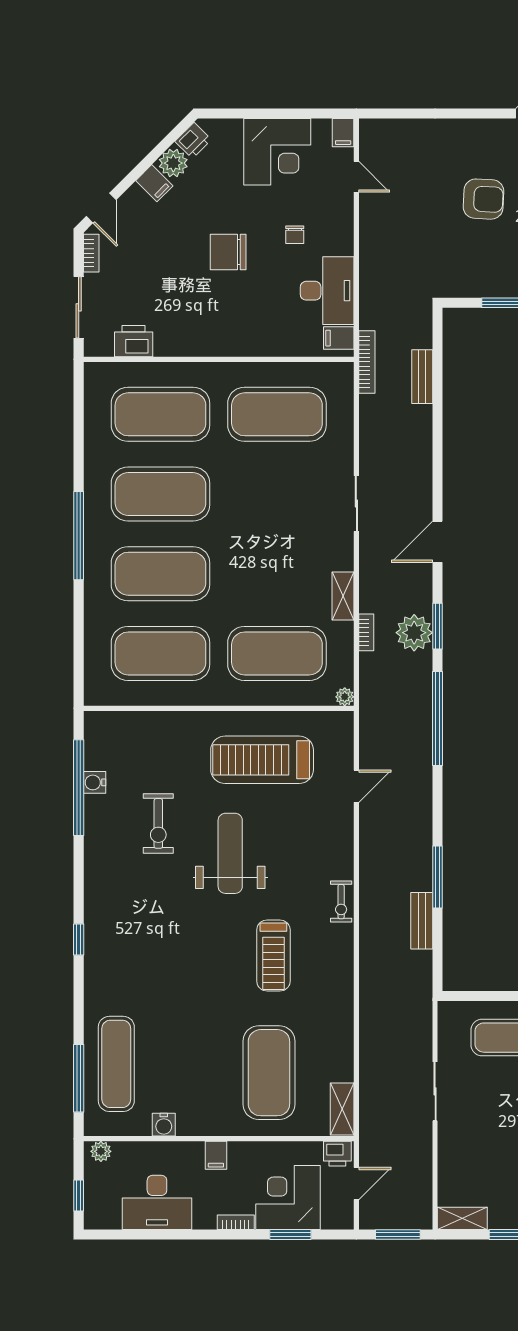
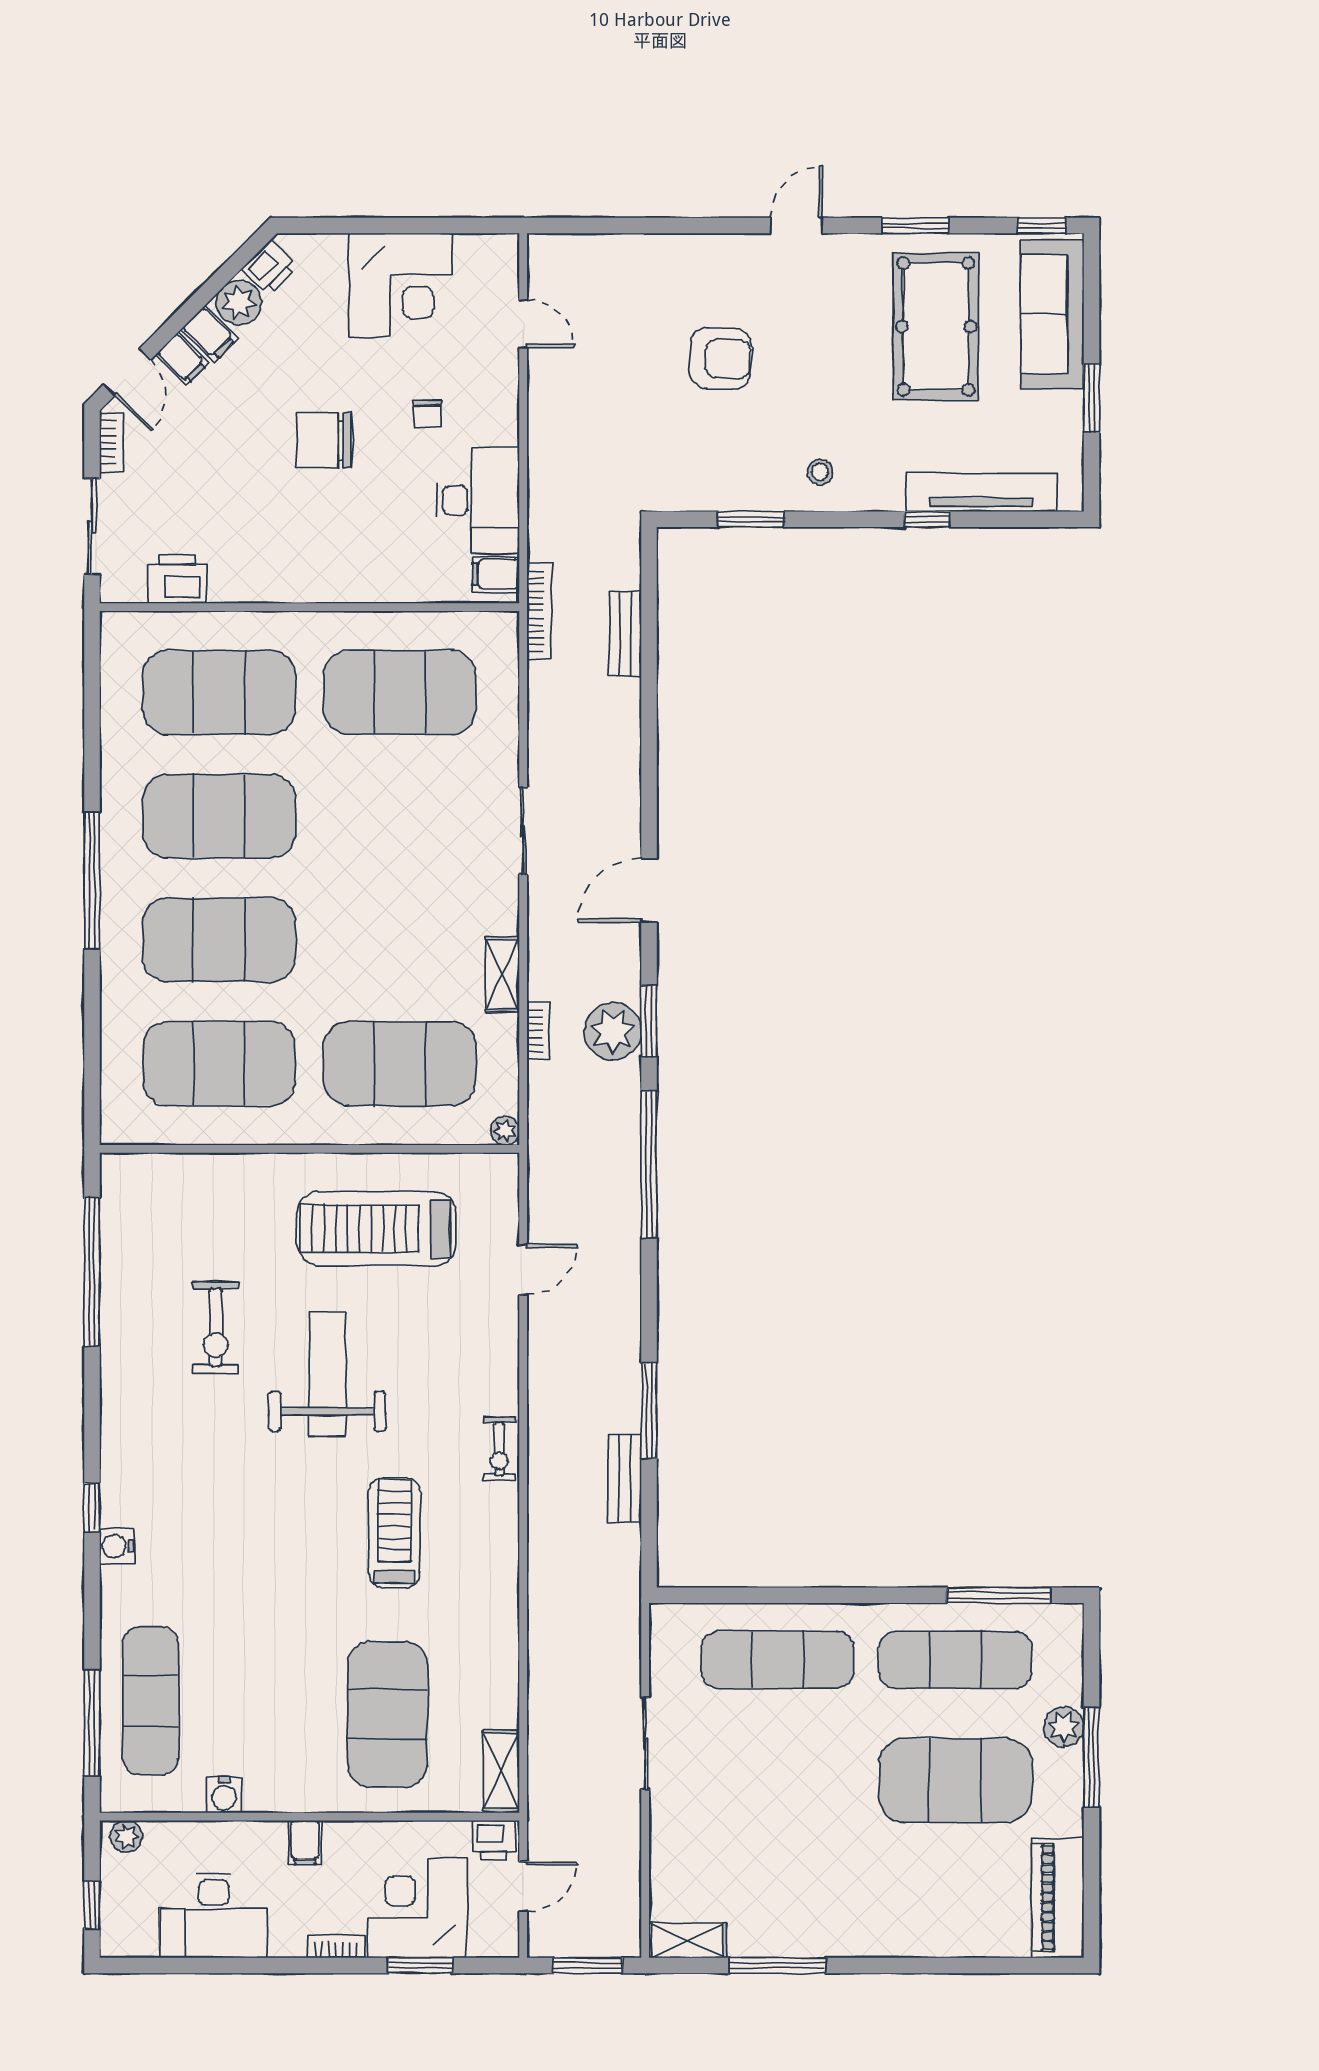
filing cabinet: (343, 133) -> (182, 359), moved, turned -45
water cooler: (95, 782) -> (117, 1546), moved
treadmill: (273, 956) -> (394, 1532), turned 180

